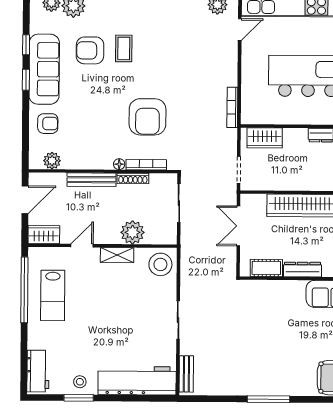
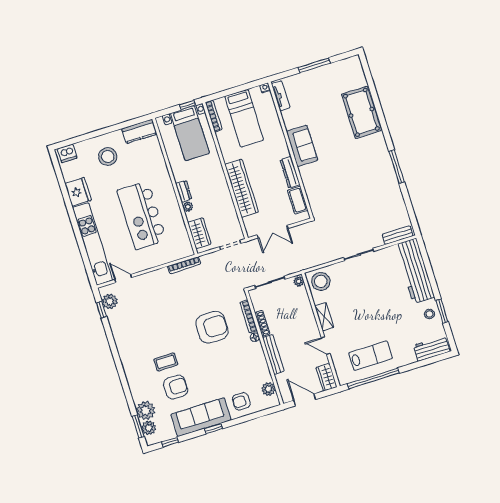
window: (26, 45) -> (170, 442), moved
armchair: (90, 50) -> (176, 387), turned -90
armchair: (48, 124) -> (241, 401), turned -90
plant: (301, 134) -> (188, 207), added
plant: (133, 232) -> (299, 281), moved, width x0.53, depth x0.53

